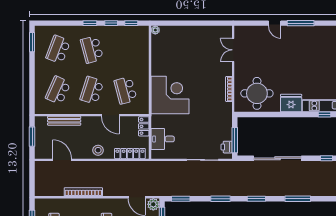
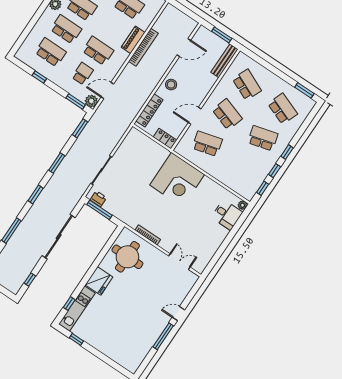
bench: (64, 121) -> (224, 61), moved
desk: (163, 139) -> (227, 215), moved, turned 90
piano: (83, 204) -> (133, 40), added

